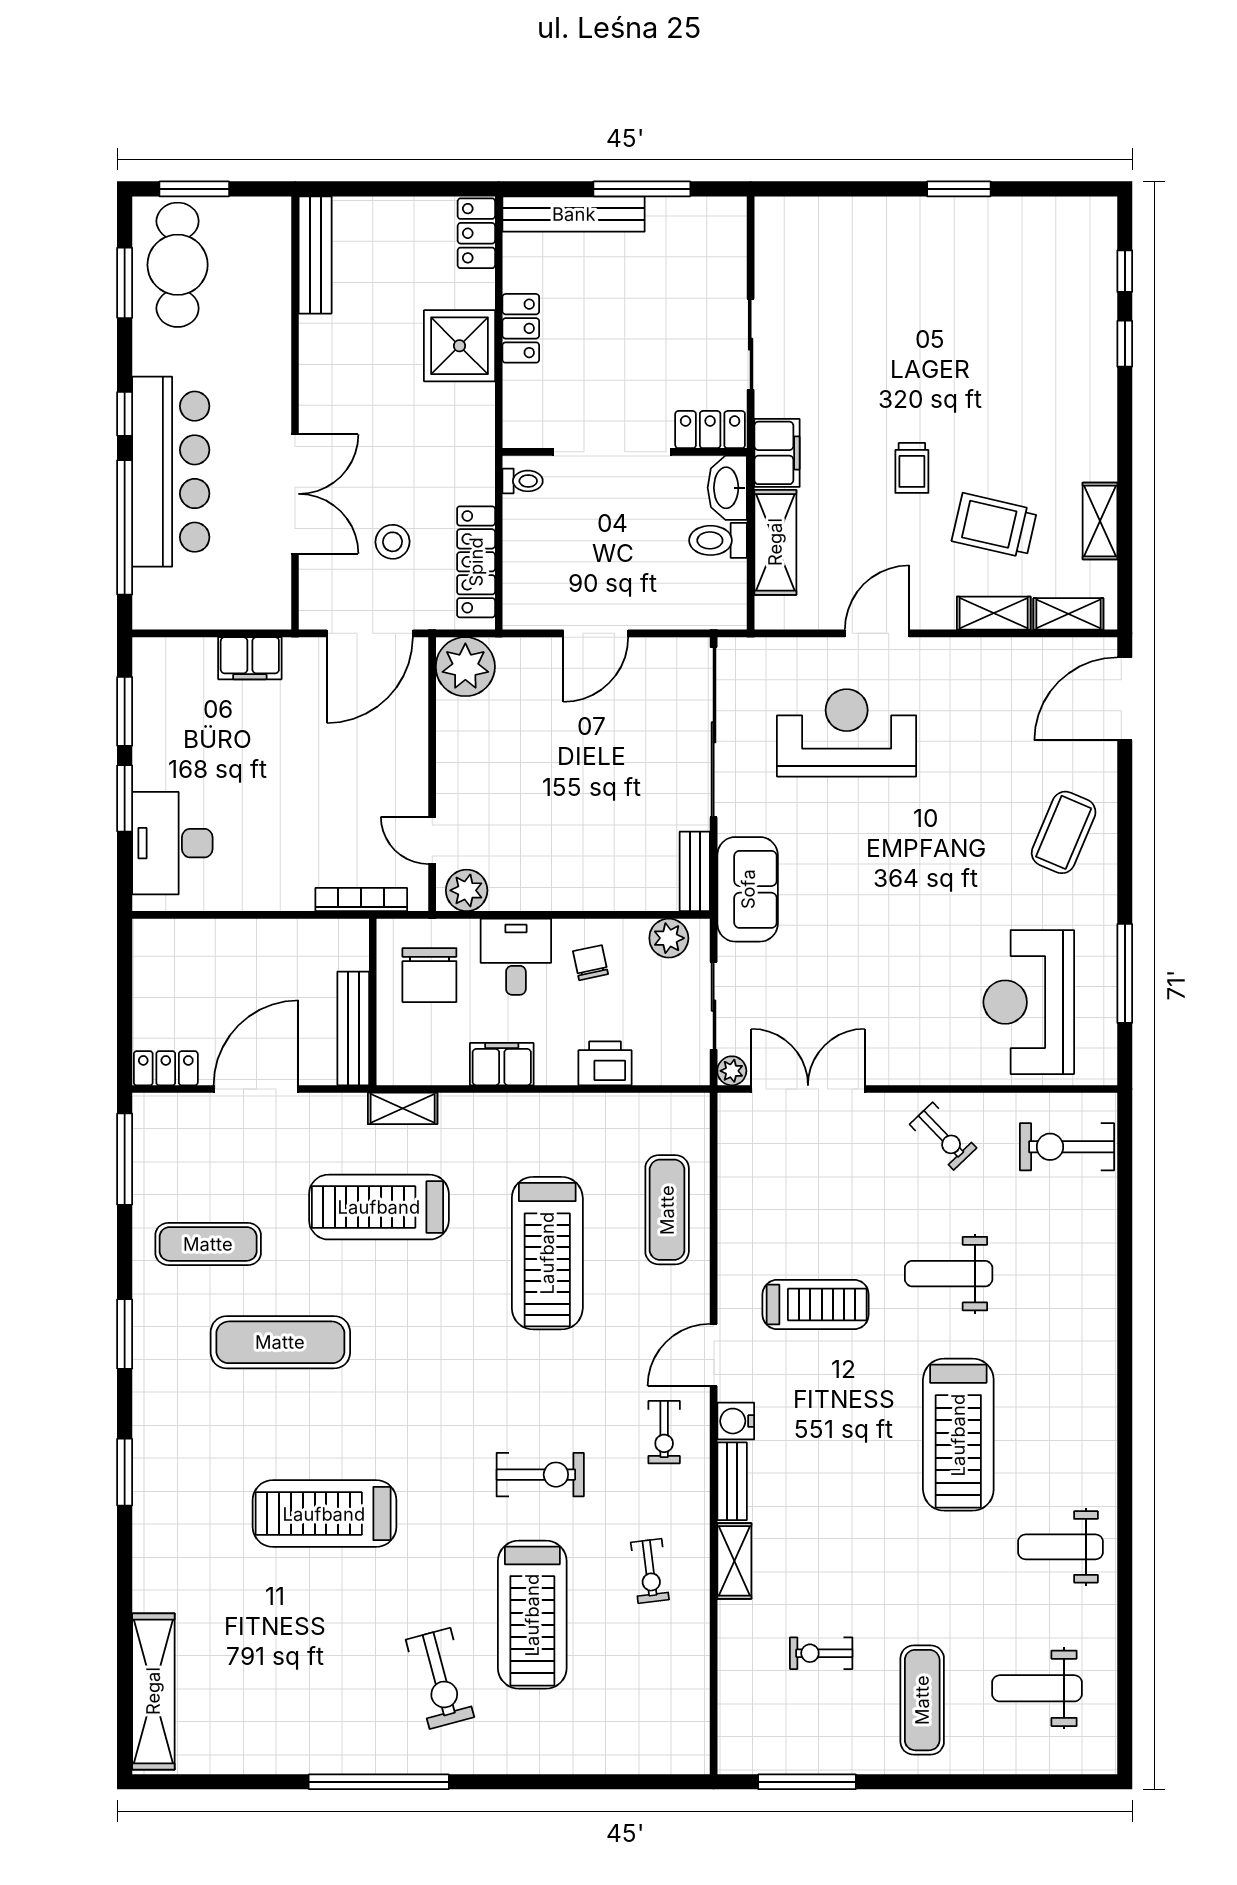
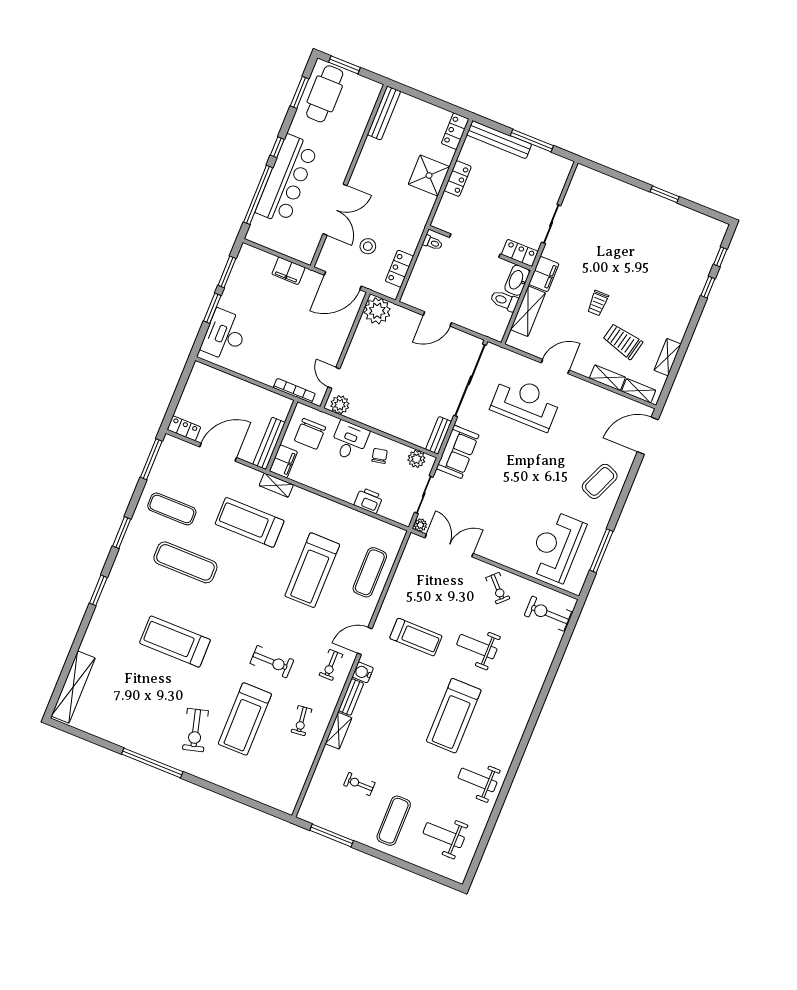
locker: (476, 562) -> (399, 269), width x0.66
filing cabinet: (502, 1064) -> (283, 461), moved, turned 90

